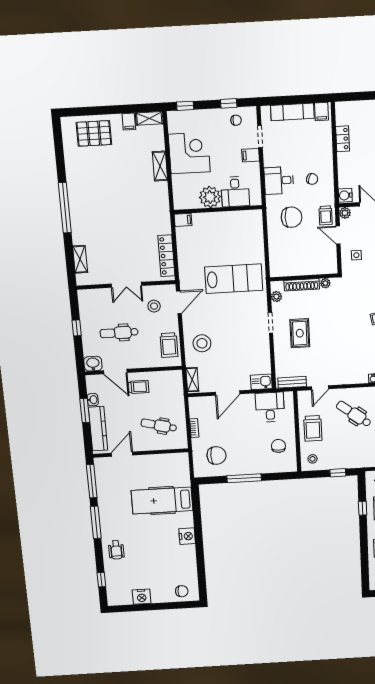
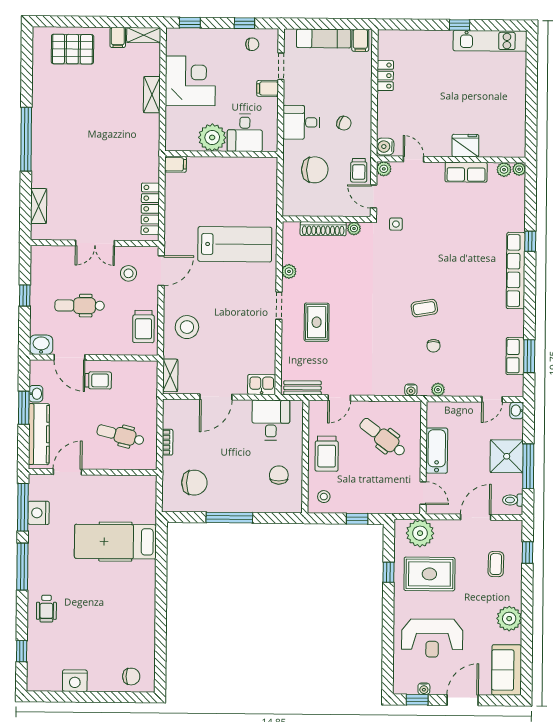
wall: (304, 277) -> (326, 219), moved
plant: (325, 283) -> (354, 229), moved
shoe rack: (302, 285) -> (323, 229), moved
nightstand: (187, 536) -> (39, 513), moved, turned 180

